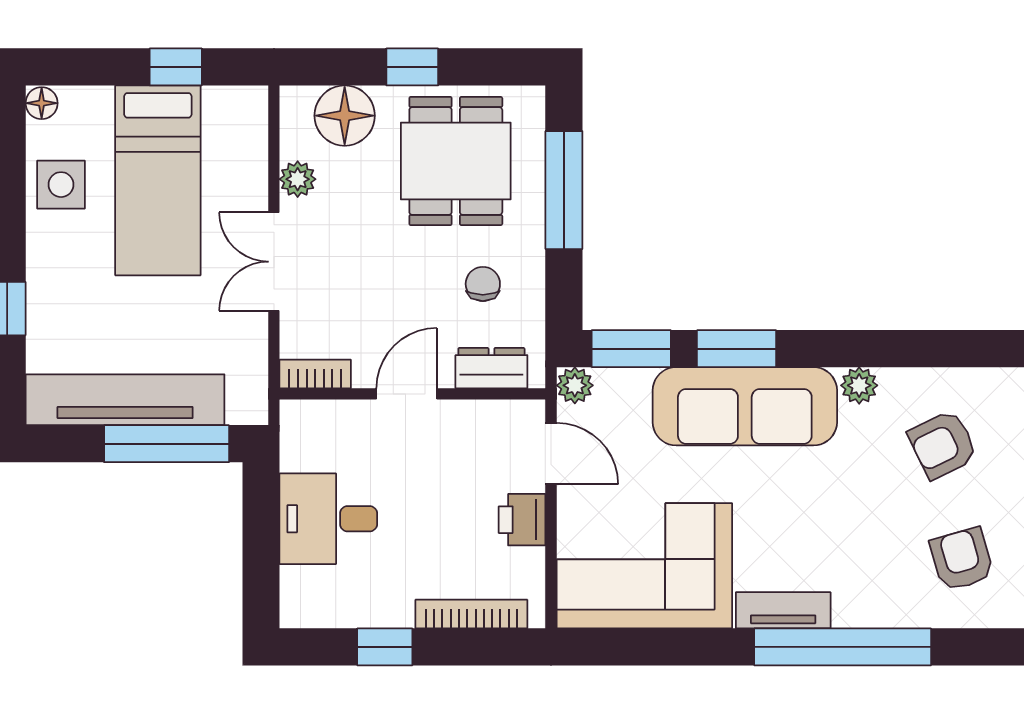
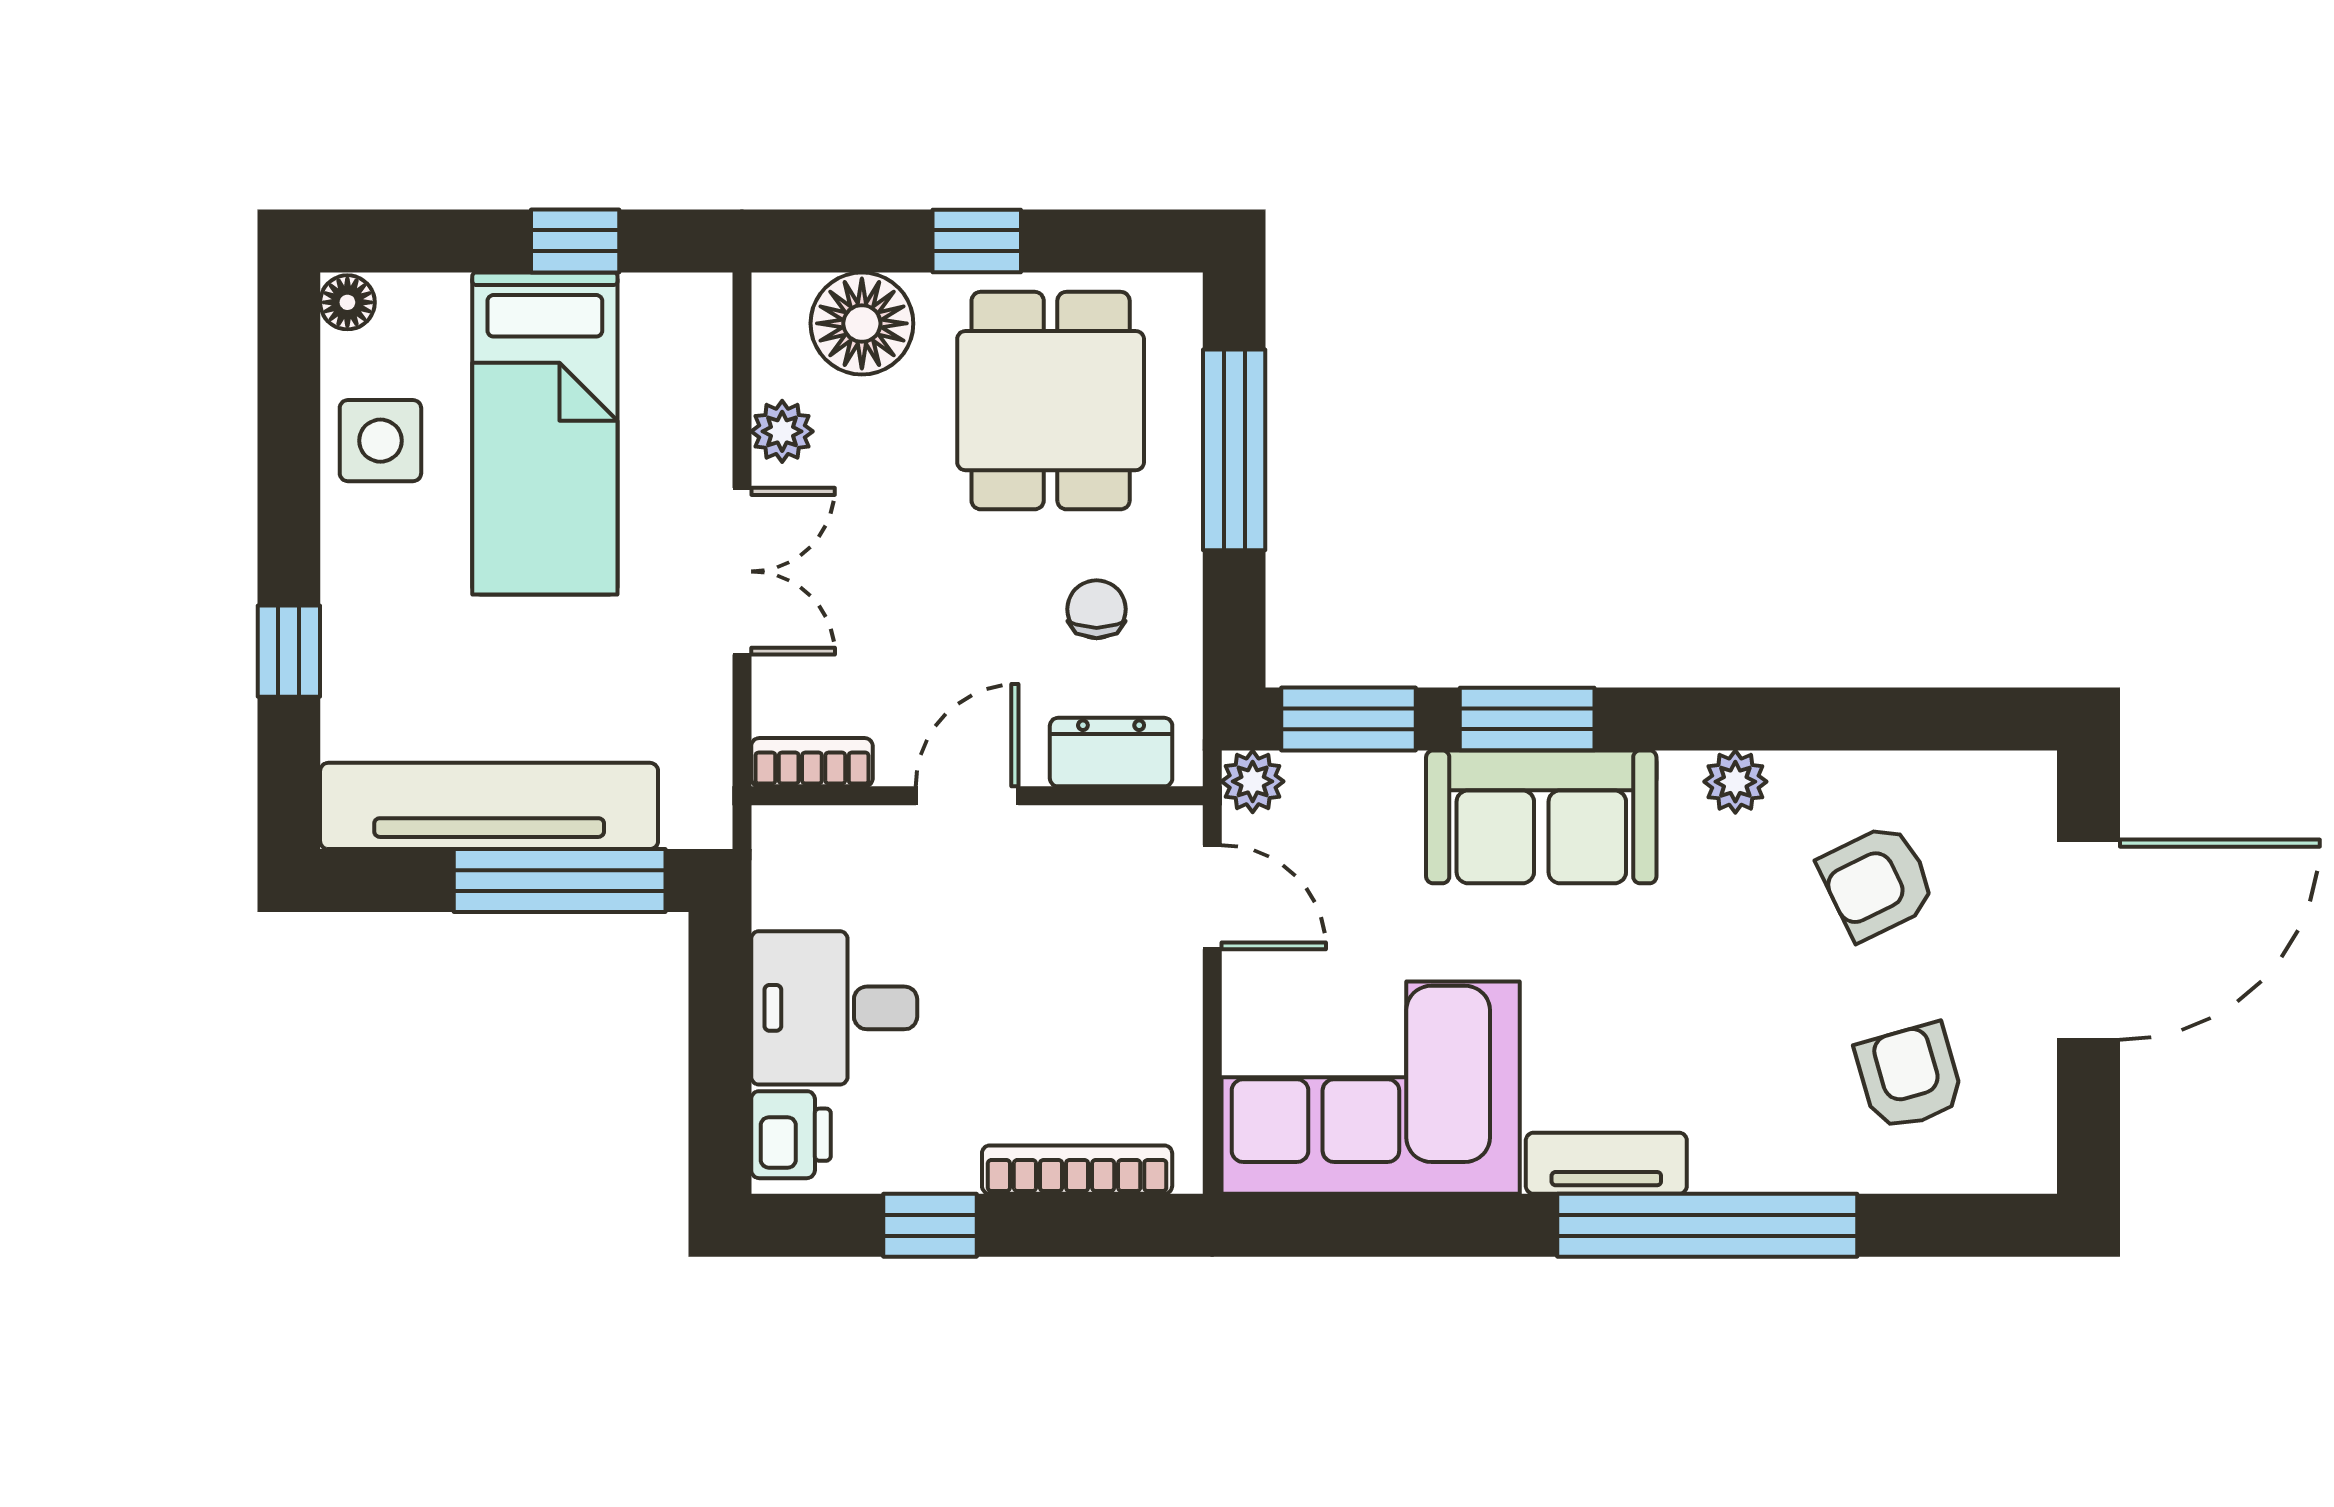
double door: (274, 262) -> (742, 571), swing flipped
sofa: (745, 406) -> (1541, 817), width x0.73
printer: (522, 520) -> (791, 1135), moved, turned 180

